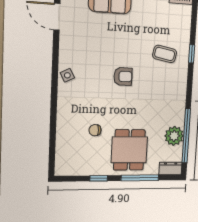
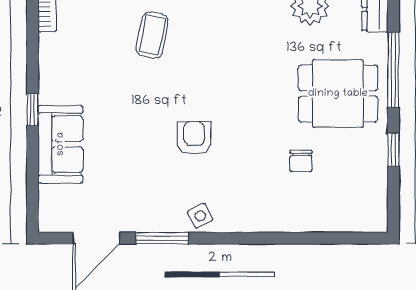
window: (56, 54) -> (162, 238), added
armchair: (123, 76) -> (194, 138), moved

